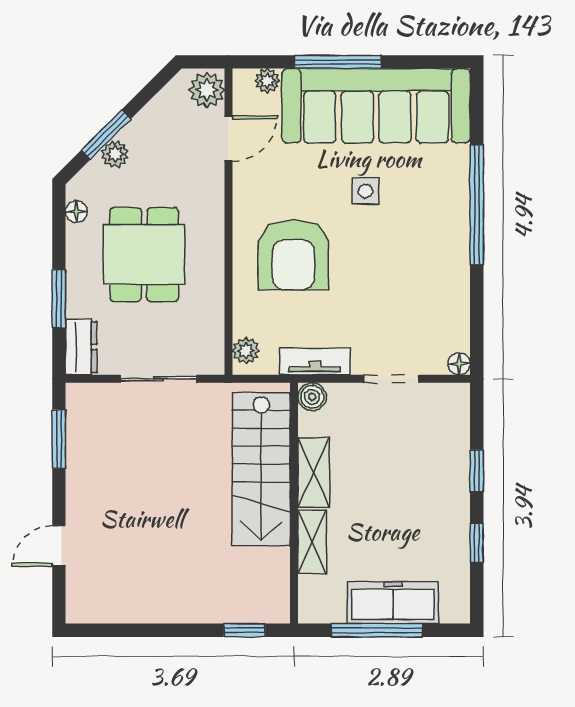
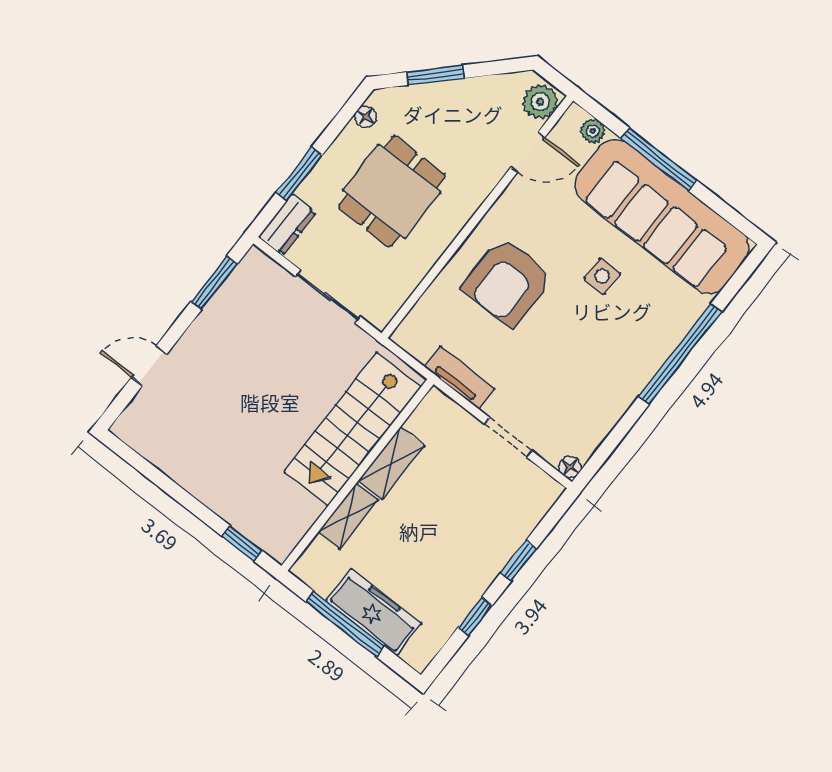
plant: (115, 154) -> (430, 96), removed
plant: (246, 351) -> (413, 327), removed
boiler: (312, 397) -> (436, 403), removed

